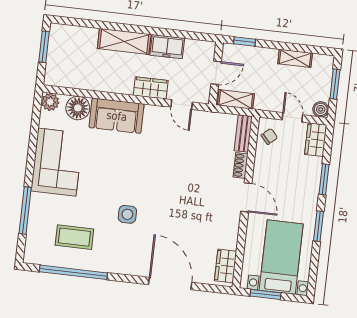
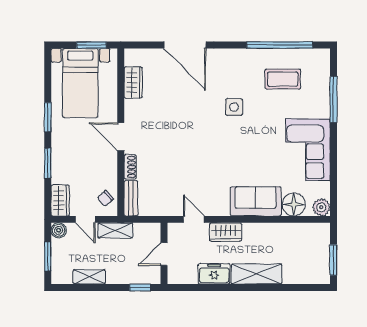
shelving: (236, 99) -> (115, 230), moved
wardrobe: (226, 266) -> (133, 83), moved

